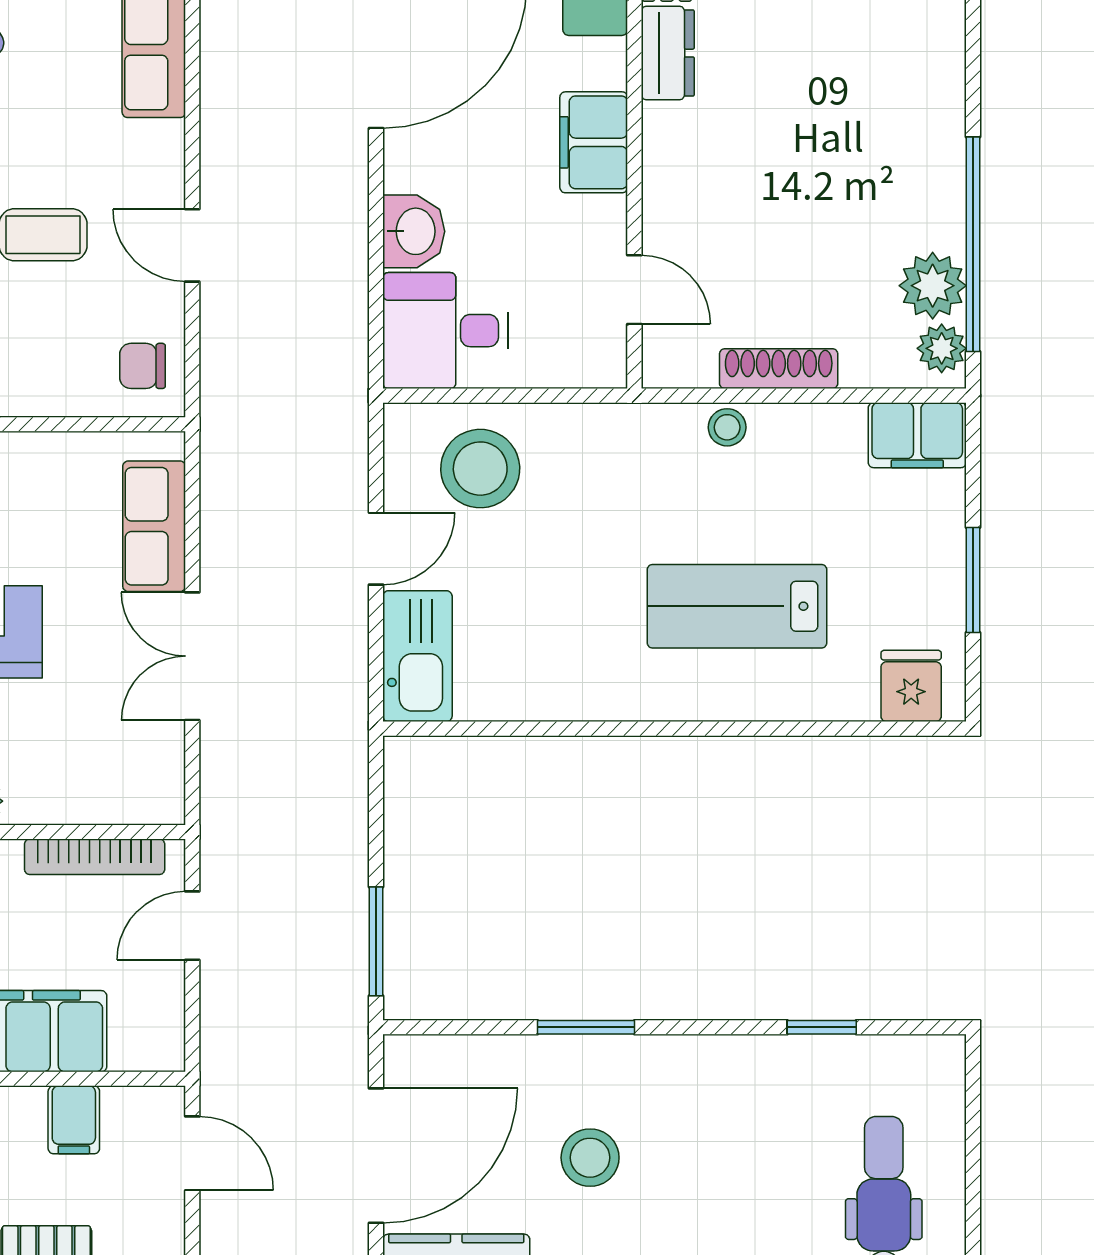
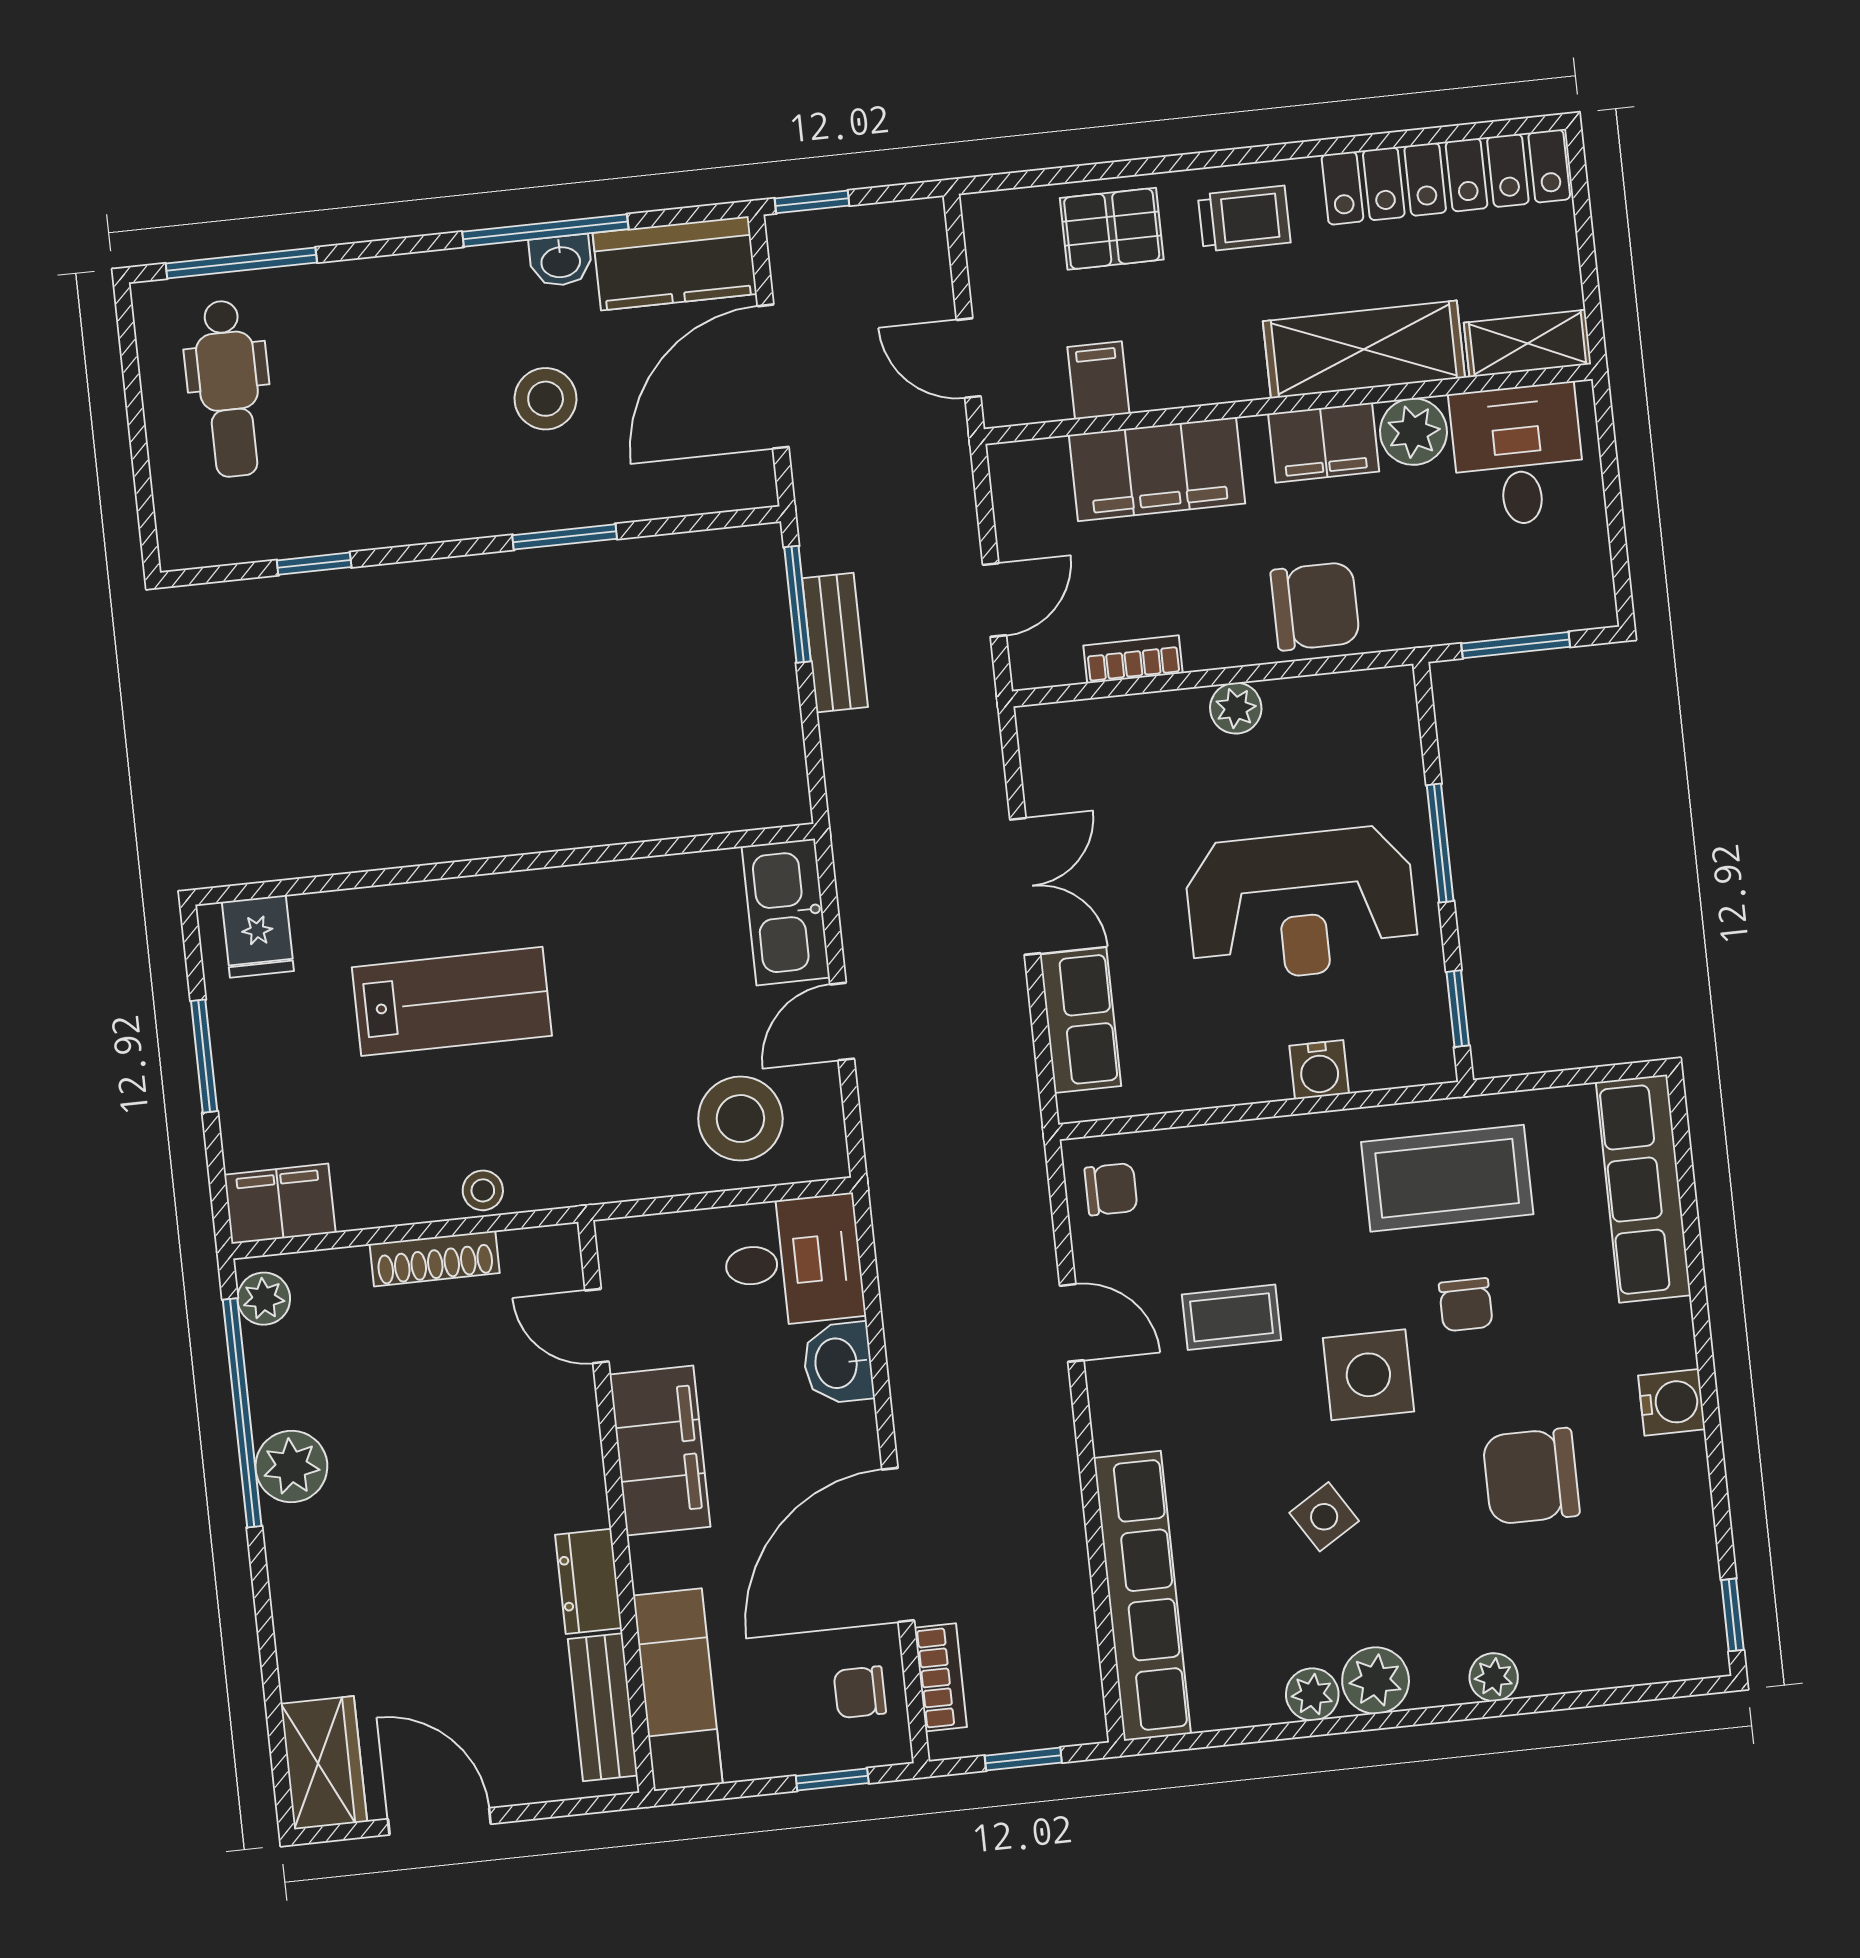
filing cabinet: (594, 142) -> (660, 1451), width x1.50, depth x1.17
plant: (933, 286) -> (291, 1467), moved
bookcase: (95, 857) -> (1133, 659), width x0.64
bench: (345, 902) -> (835, 643), added

